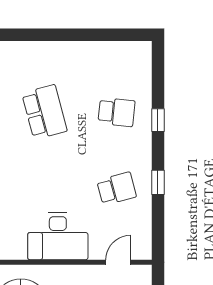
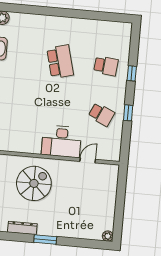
school desk: (117, 189) -> (101, 114), turned 39
door: (118, 262) -> (88, 160), moved

